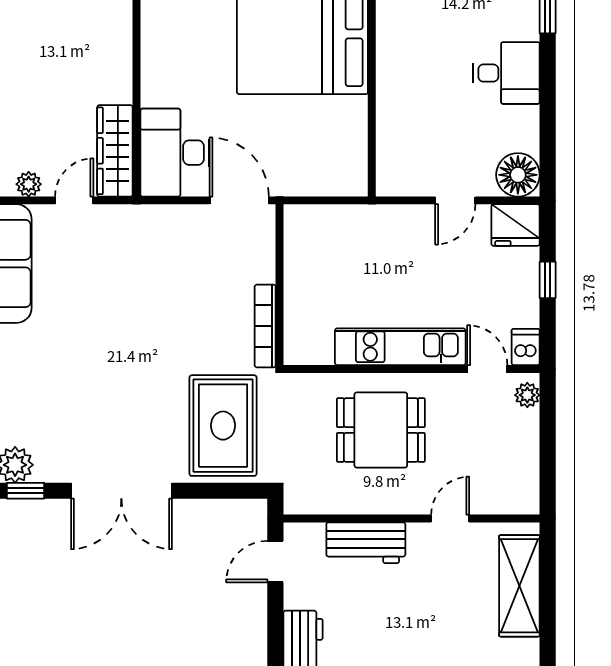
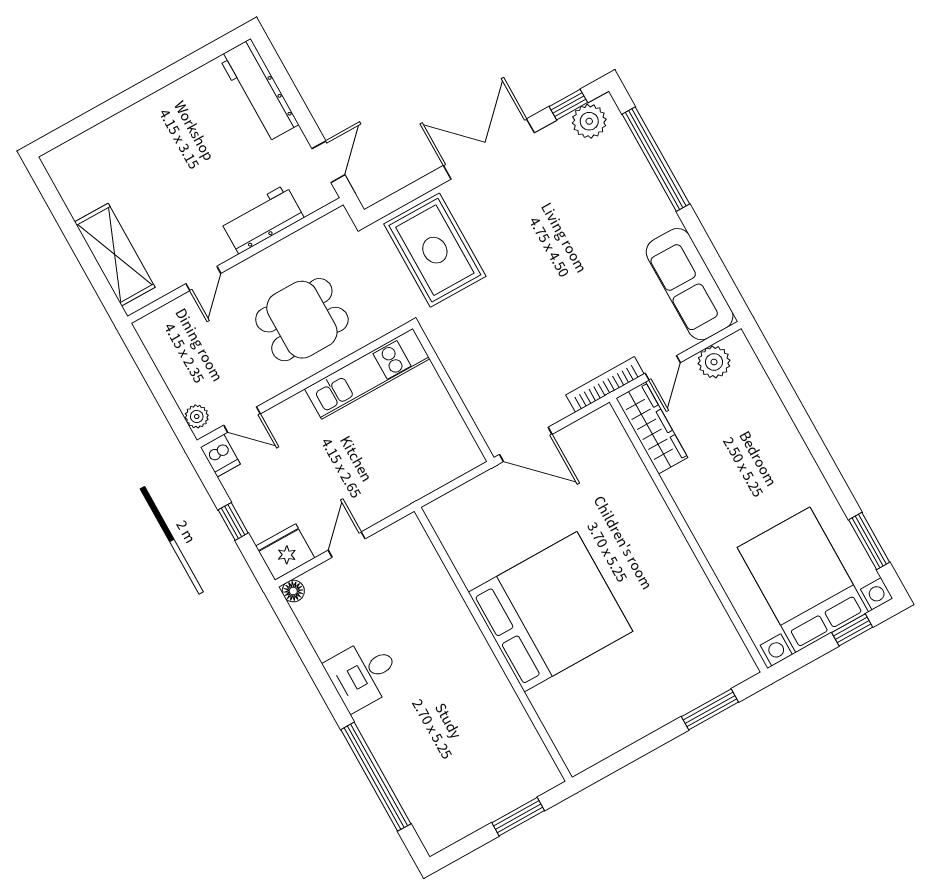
desk: (175, 153) -> (601, 454), removed
floor lamp: (518, 175) -> (293, 591), width x0.53, depth x0.53
plant: (29, 184) -> (714, 362), width x1.38, depth x1.38
bookcase: (265, 326) -> (605, 384), moved, turned -90
kitchen unit: (400, 347) -> (367, 374), moved

